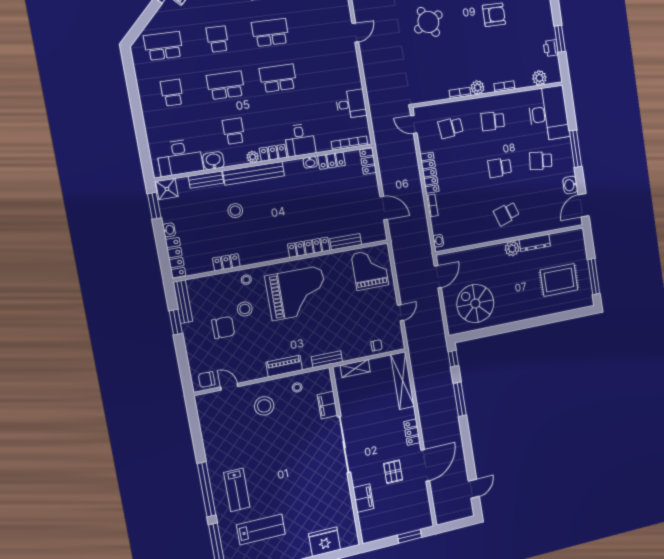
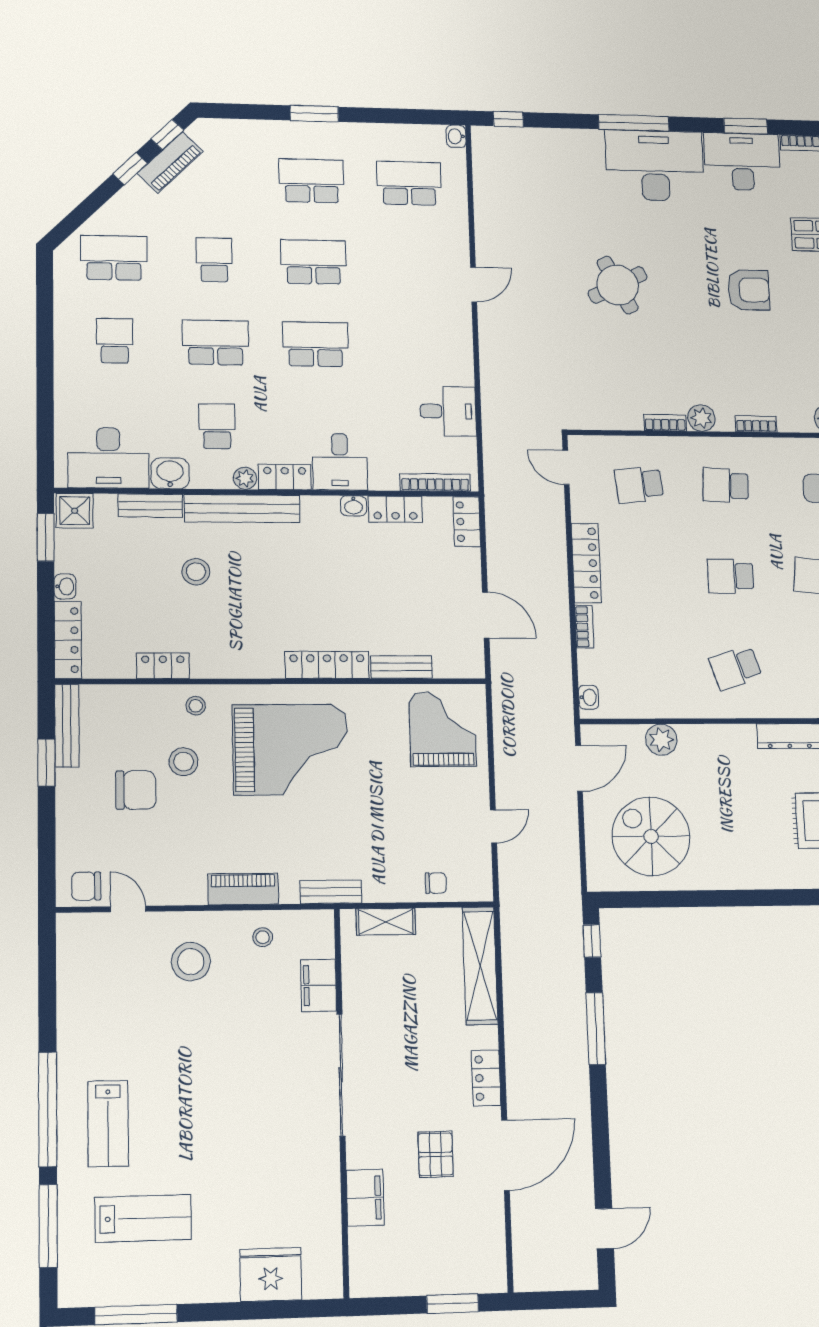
plant: (512, 249) -> (661, 740), moved

